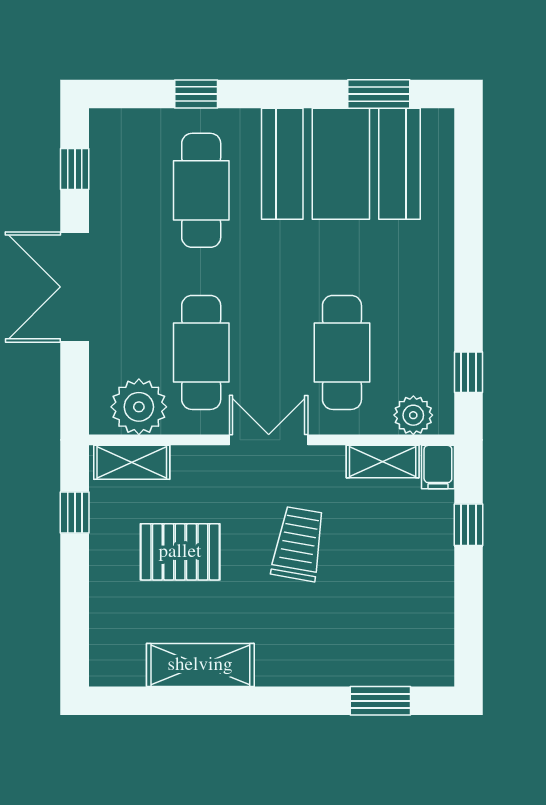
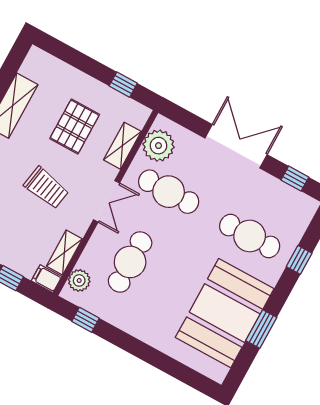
window: (379, 94) -> (261, 329), moved
cafe table: (342, 352) -> (130, 262), turned 90
shelving: (132, 462) -> (122, 146), moved

